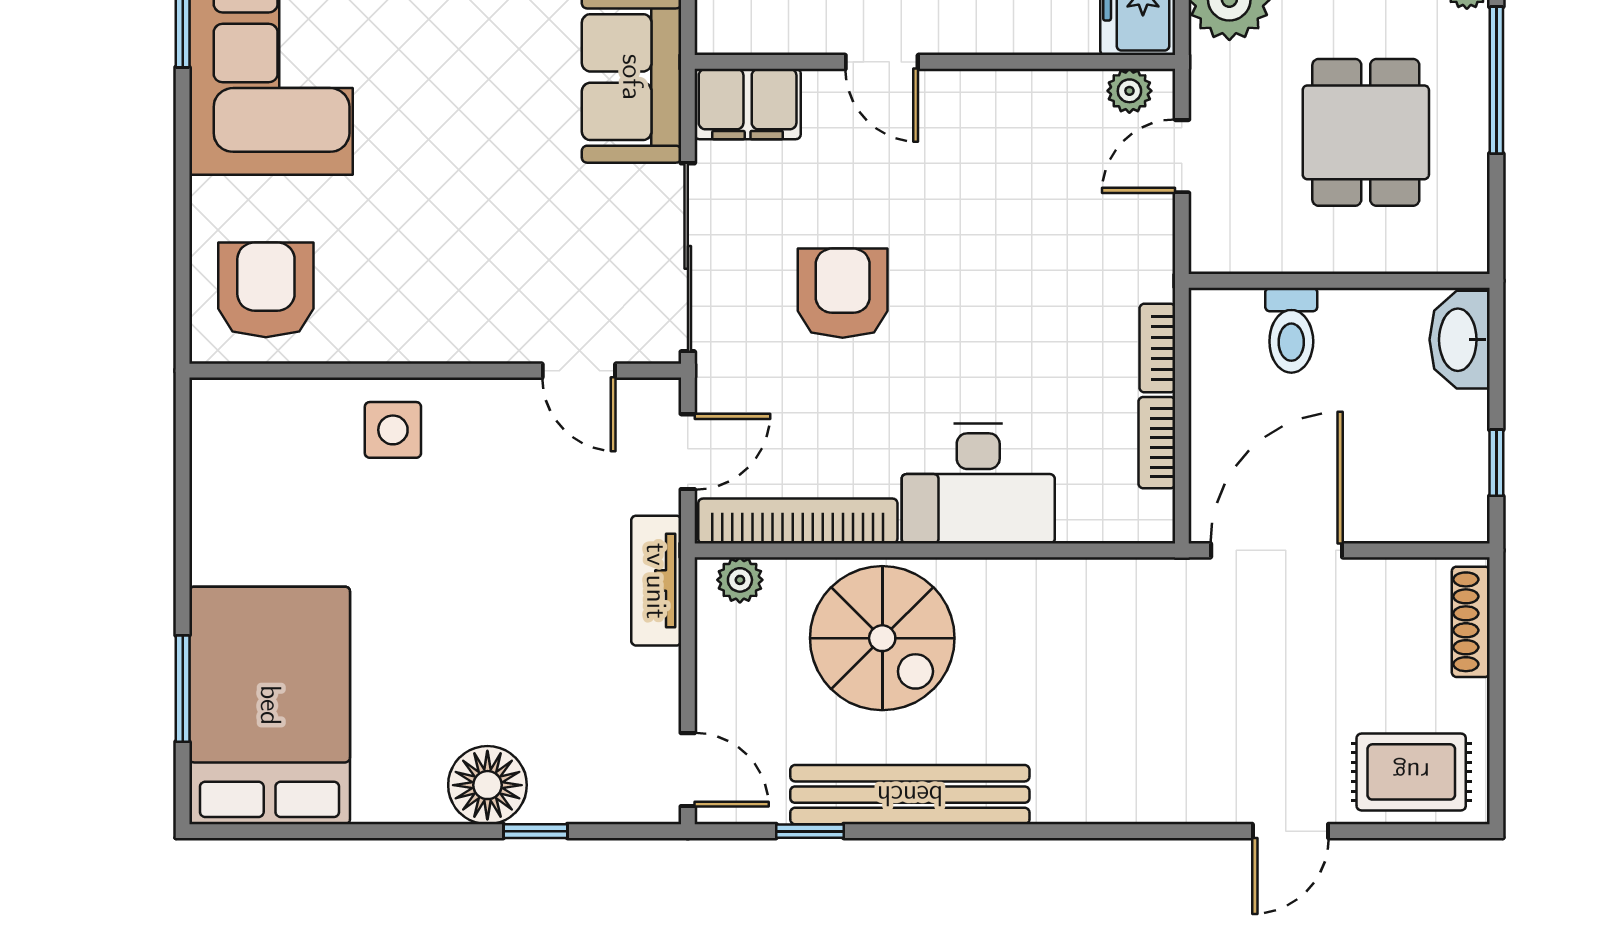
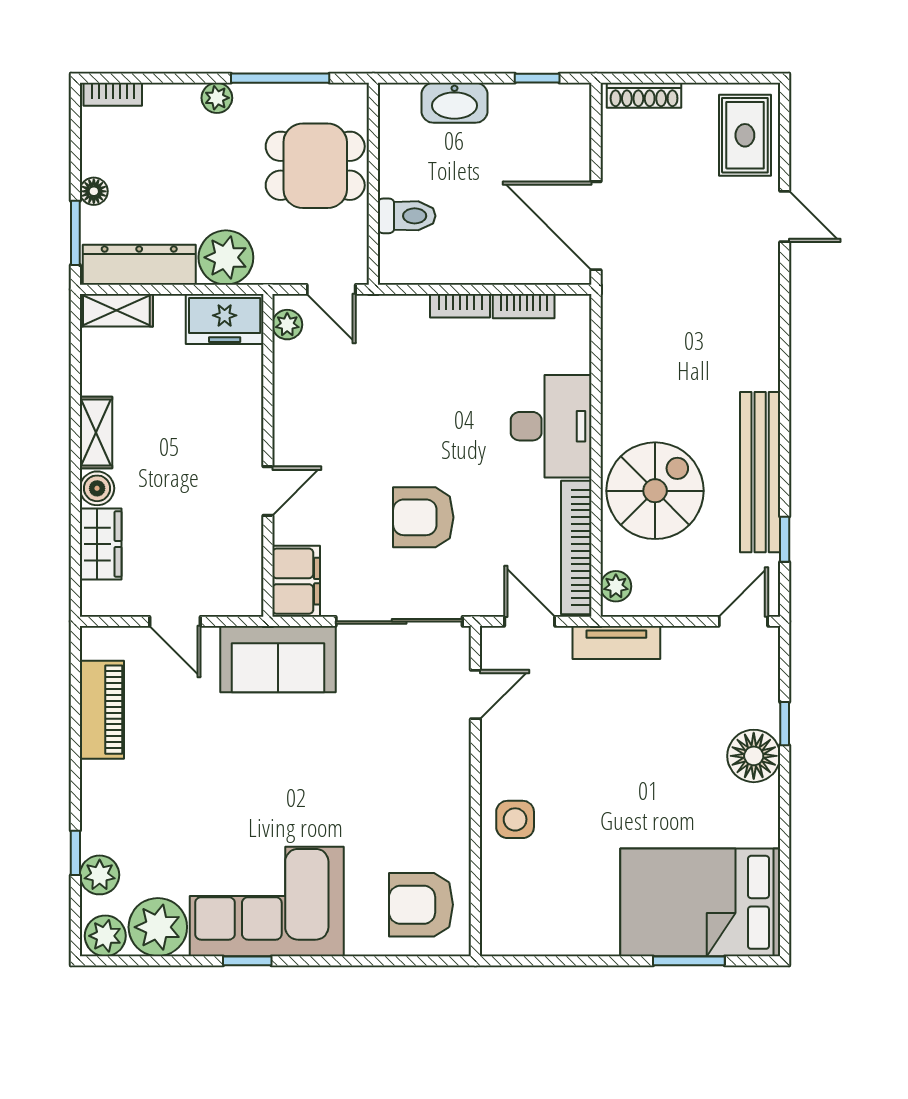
wall: (1339, 281) -> (373, 184), moved
toilet: (1291, 330) -> (407, 216), moved

